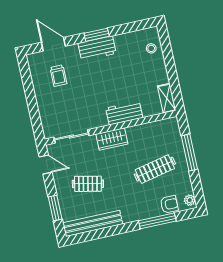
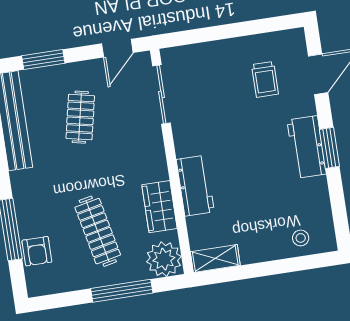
trolley: (58, 76) -> (265, 79), turned -90
wardrobe: (112, 139) -> (159, 207), moved
plant: (190, 200) -> (164, 259), moved, width x1.87, depth x1.87

